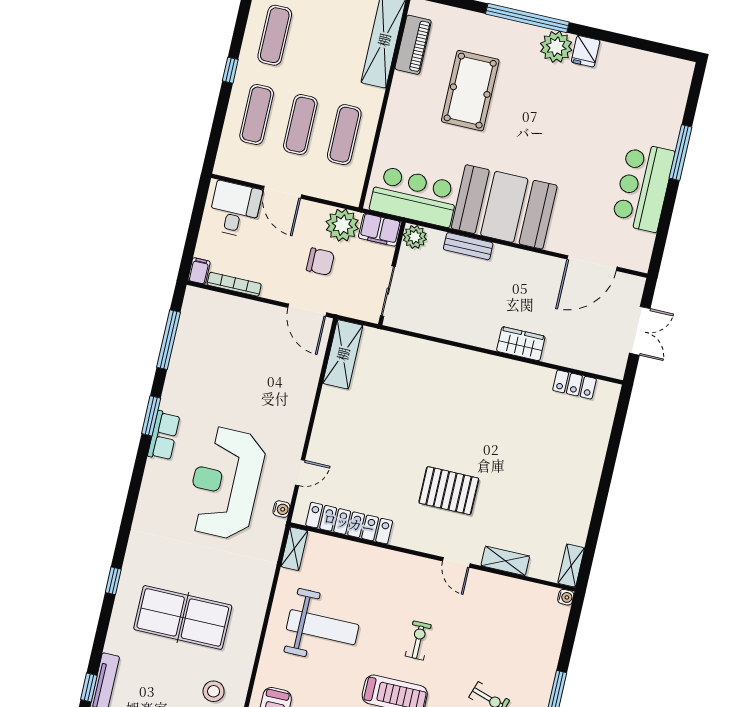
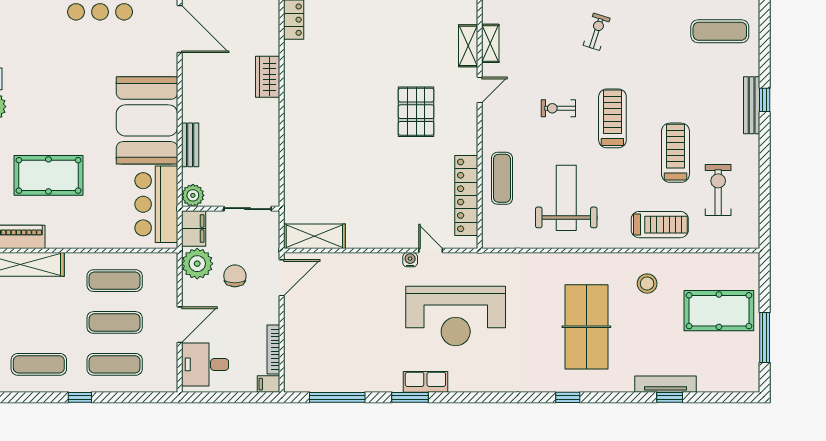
water cooler: (281, 509) -> (410, 260), moved
shelving: (294, 549) -> (490, 43), moved, turned 90
exercise mat: (359, 565) -> (502, 178), added

